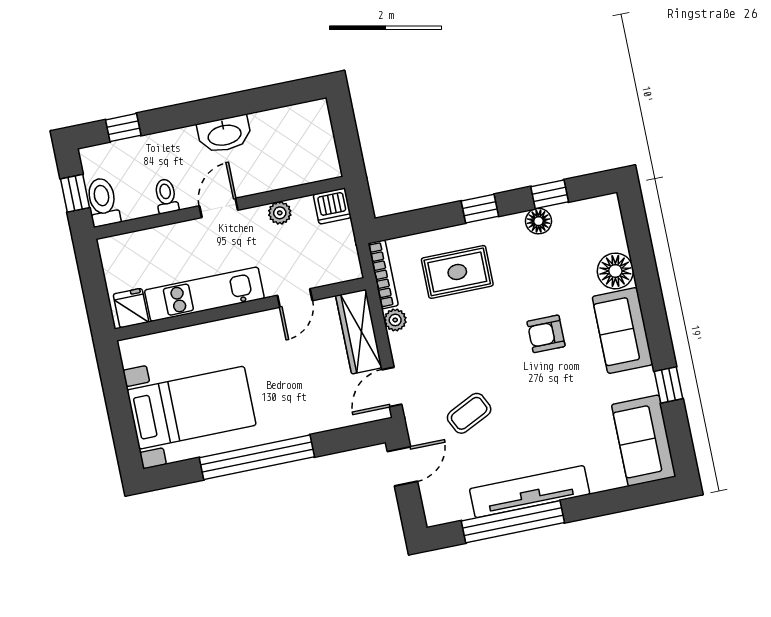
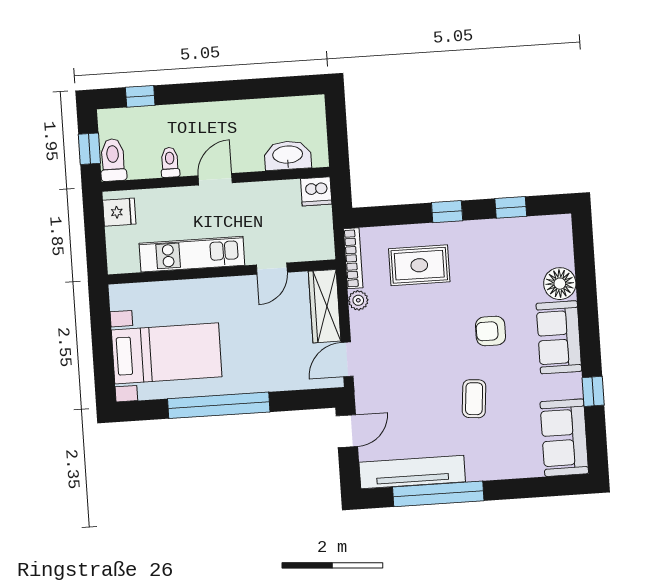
washbasin: (224, 134) -> (288, 155), moved, turned 180
plant: (280, 213) -> (269, 191), removed
floor lamp: (539, 221) -> (498, 230), removed
fridge: (131, 308) -> (119, 212), moved, turned 90
coffee table: (469, 413) -> (474, 399), moved, turned -59
tv unit: (530, 492) -> (412, 472), moved

